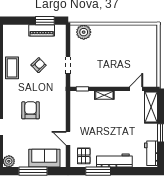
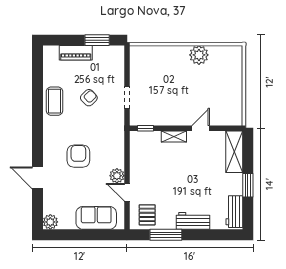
piano: (42, 30) -> (76, 53), moved
plant: (84, 32) -> (199, 55), moved
door: (136, 89) -> (201, 128), moved
plant: (60, 125) -> (117, 176), added
workbench: (114, 160) -> (193, 221), width x0.73
window: (33, 171) -> (82, 235), removed

